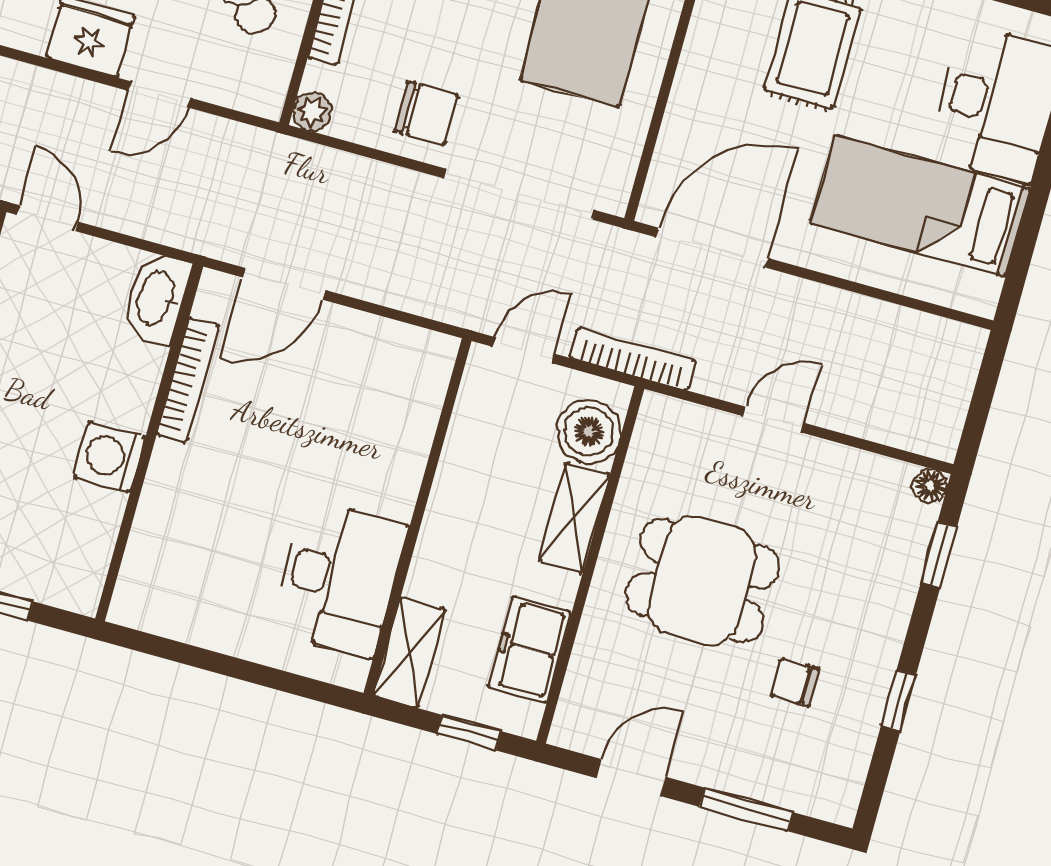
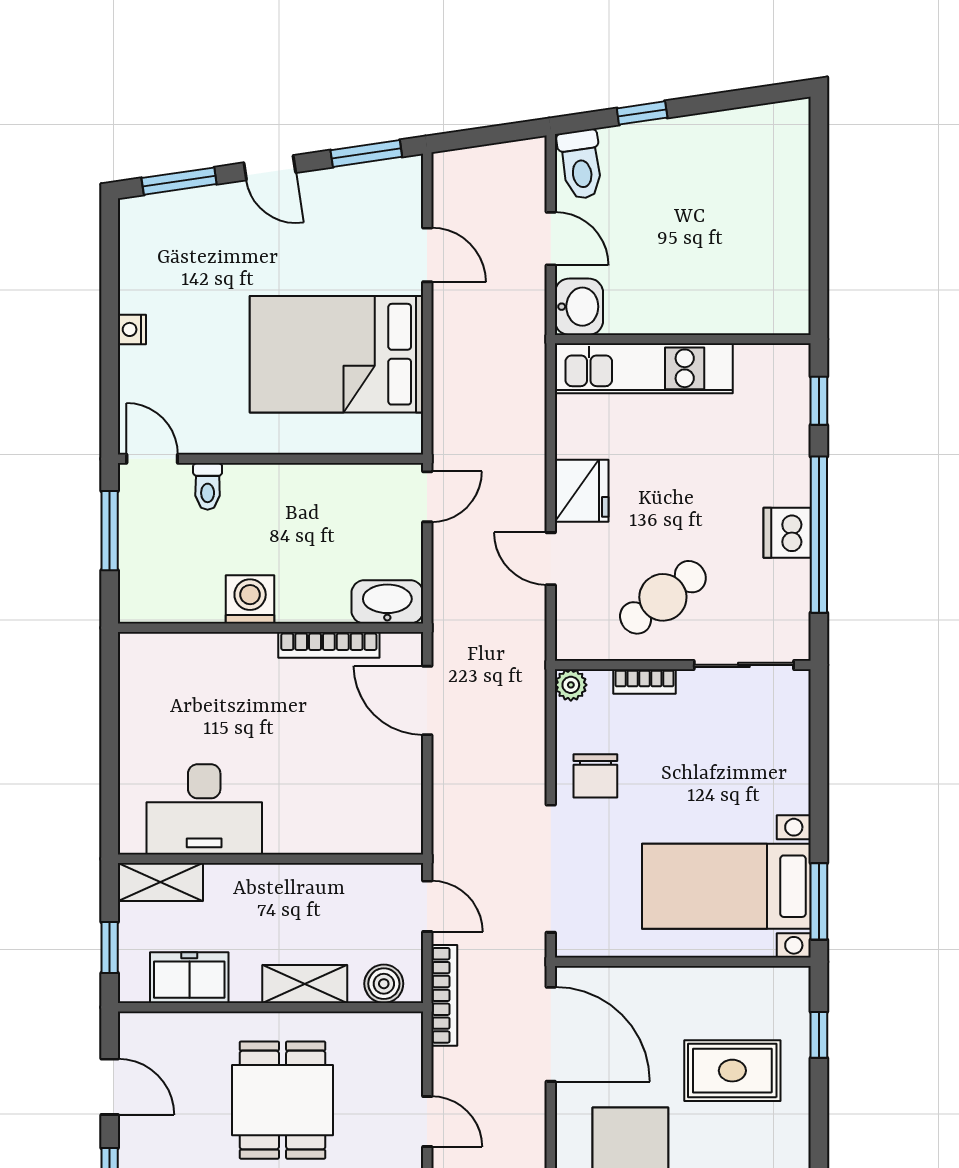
boiler: (589, 431) -> (384, 984), width x0.73, depth x0.73

